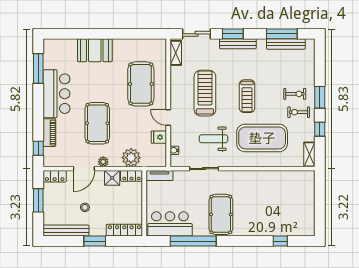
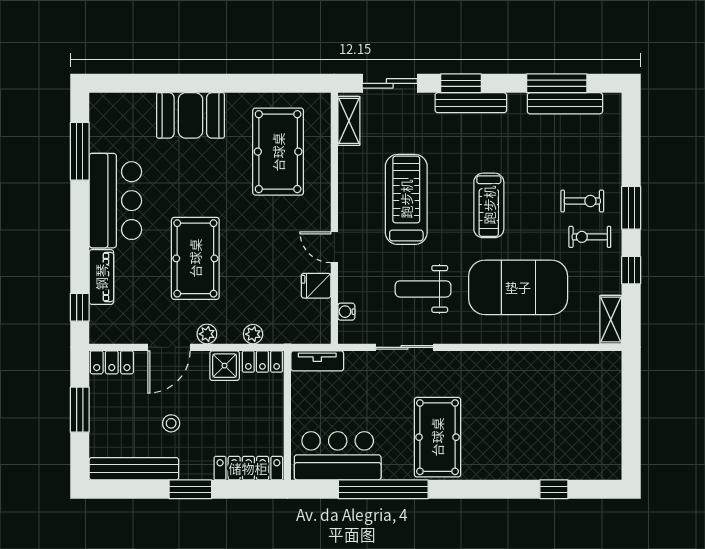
pool table: (141, 84) -> (278, 152), moved
plant: (131, 158) -> (253, 334), width x0.53, depth x0.53

